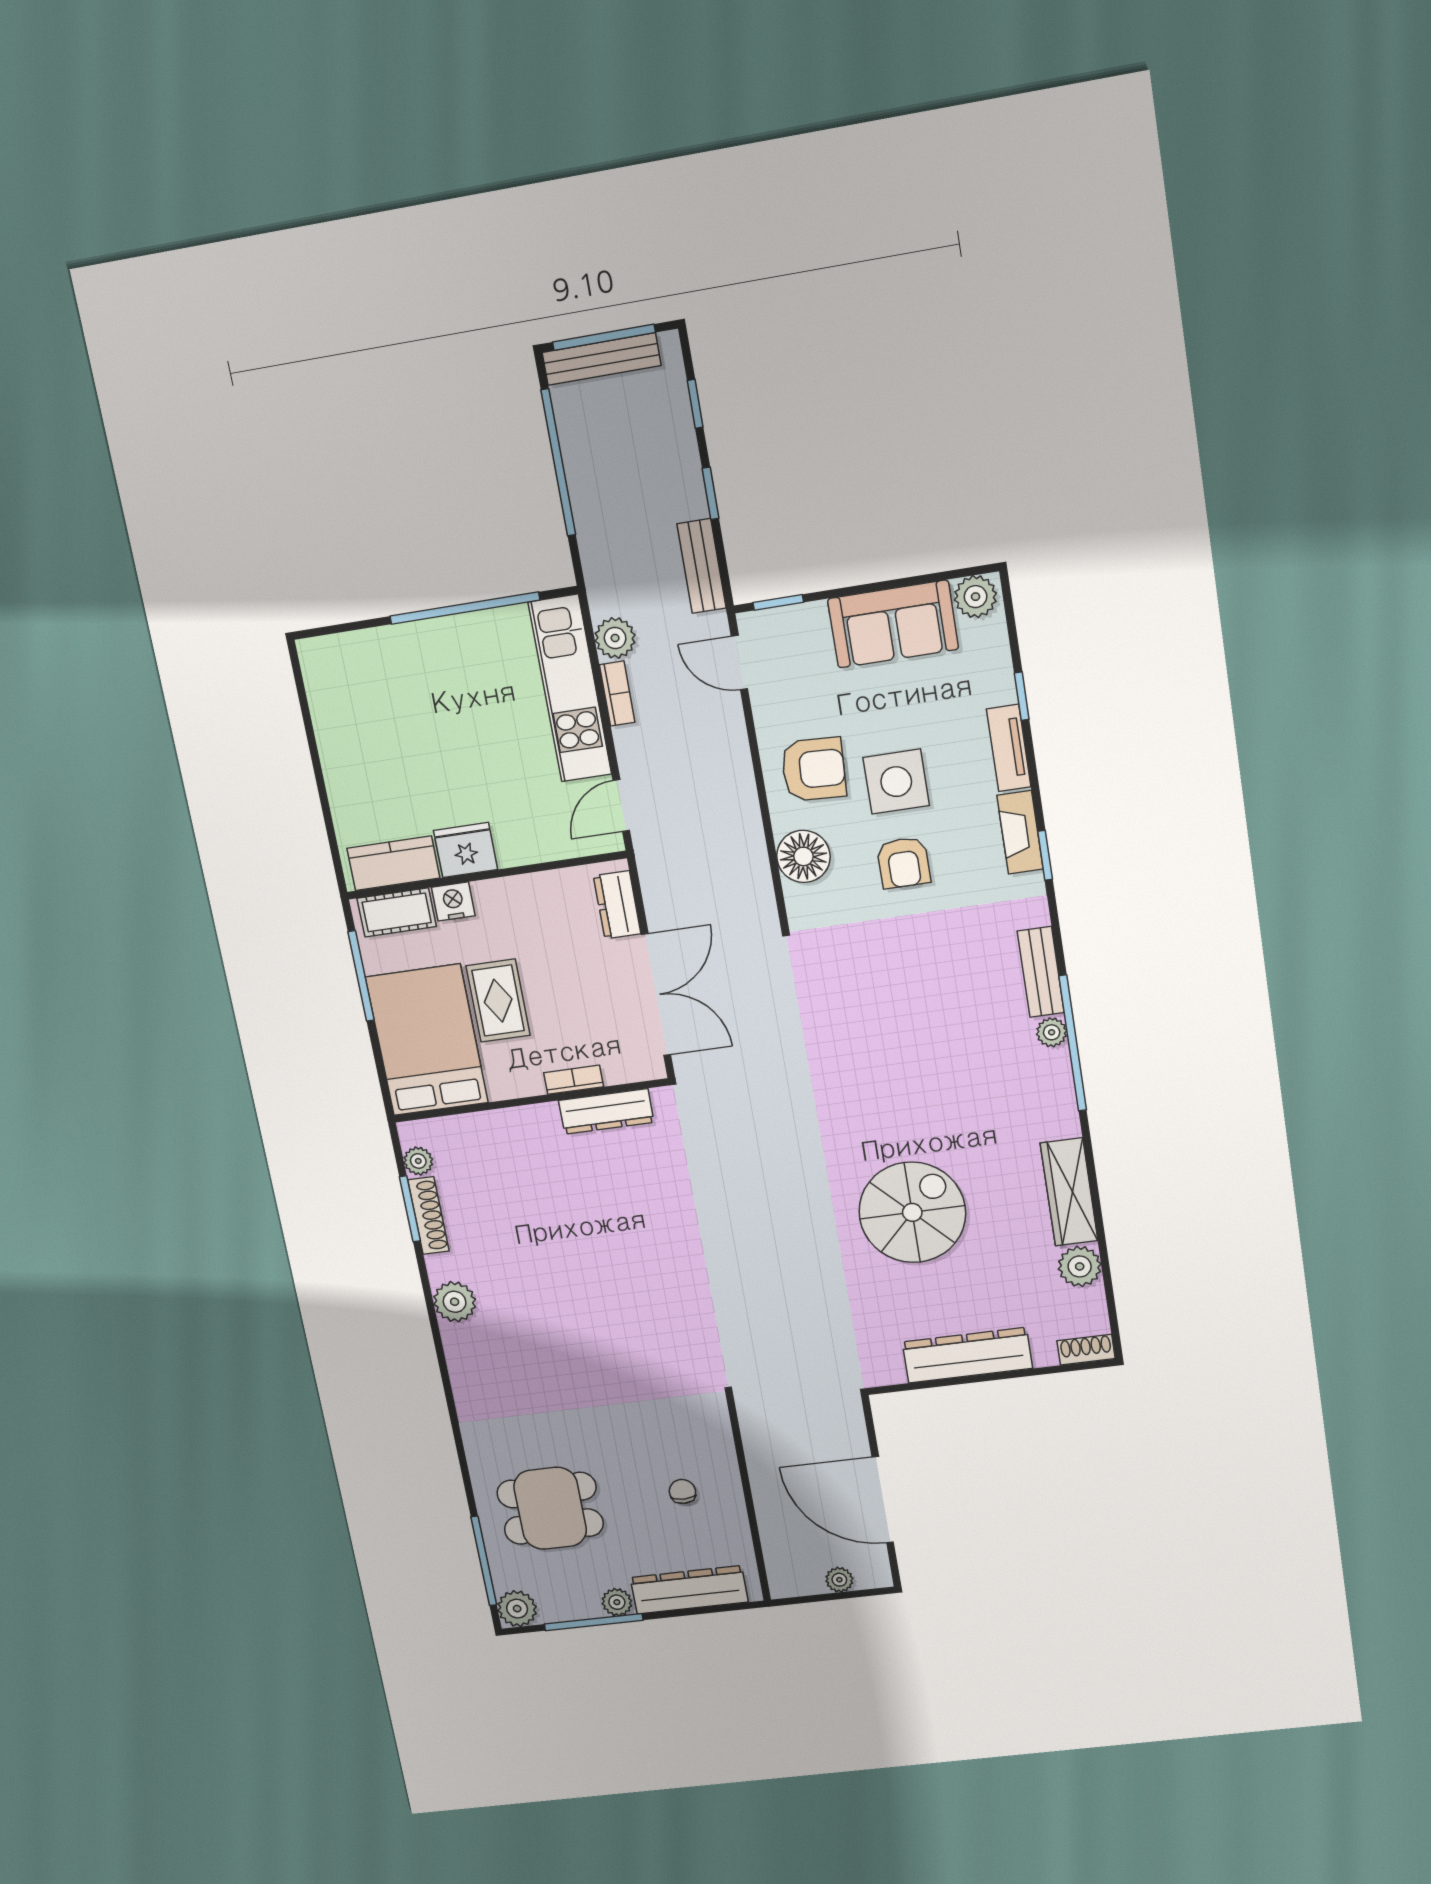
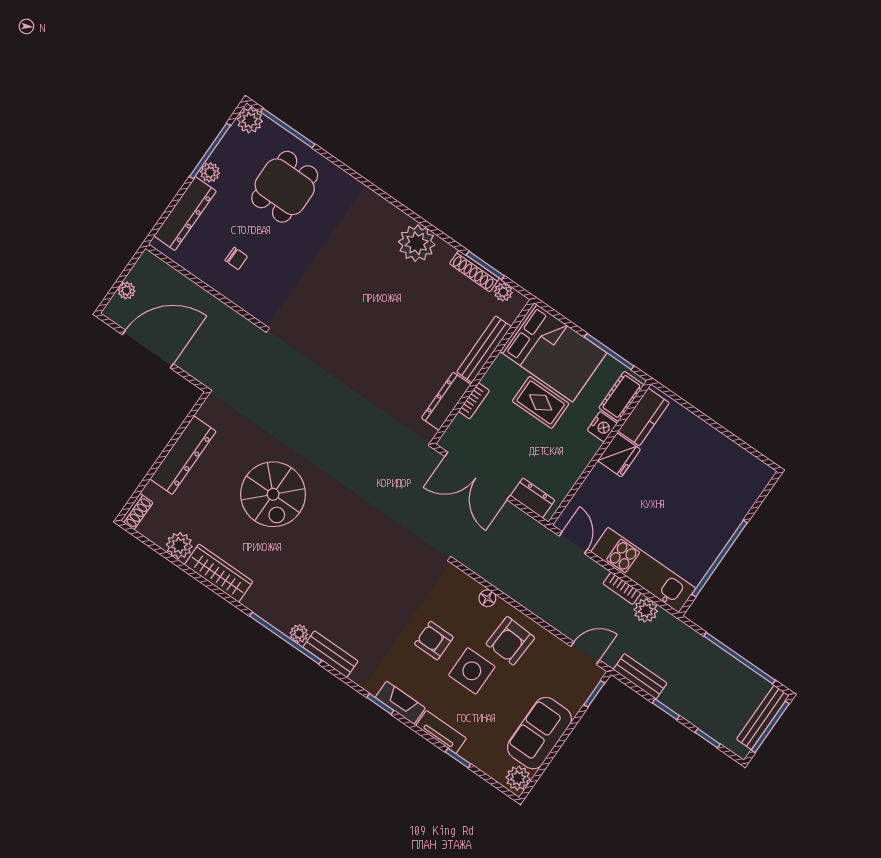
floor lamp: (803, 856) -> (487, 598), width x0.53, depth x0.53
bench: (504, 1123) -> (484, 349), added
plant: (455, 1302) -> (417, 243), width x1.36, depth x1.36

